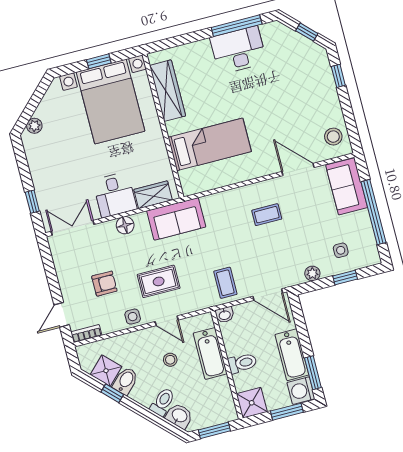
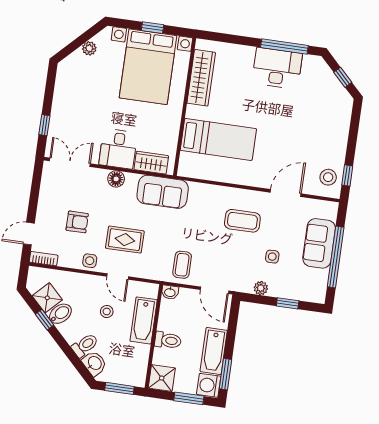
window: (338, 76) -> (347, 175), moved
plant: (34, 126) -> (89, 48), moved
door: (298, 170) -> (286, 193), hinge flipped
sofa: (347, 186) -> (319, 243), moved
coffee table: (267, 215) -> (242, 221), width x1.36, depth x1.30
side table: (341, 250) -> (272, 257), moved

